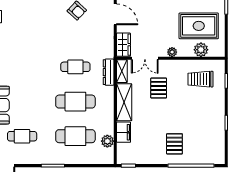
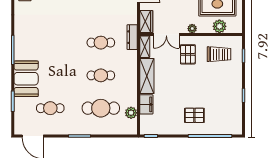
dresser: (109, 72) -> (132, 37), moved
trolley: (200, 79) -> (219, 54), turned 180
pallet: (159, 88) -> (188, 54), moved
cafe table: (75, 102) -> (101, 75), width x0.73, depth x0.74
pallet: (174, 144) -> (194, 115), turned 90

